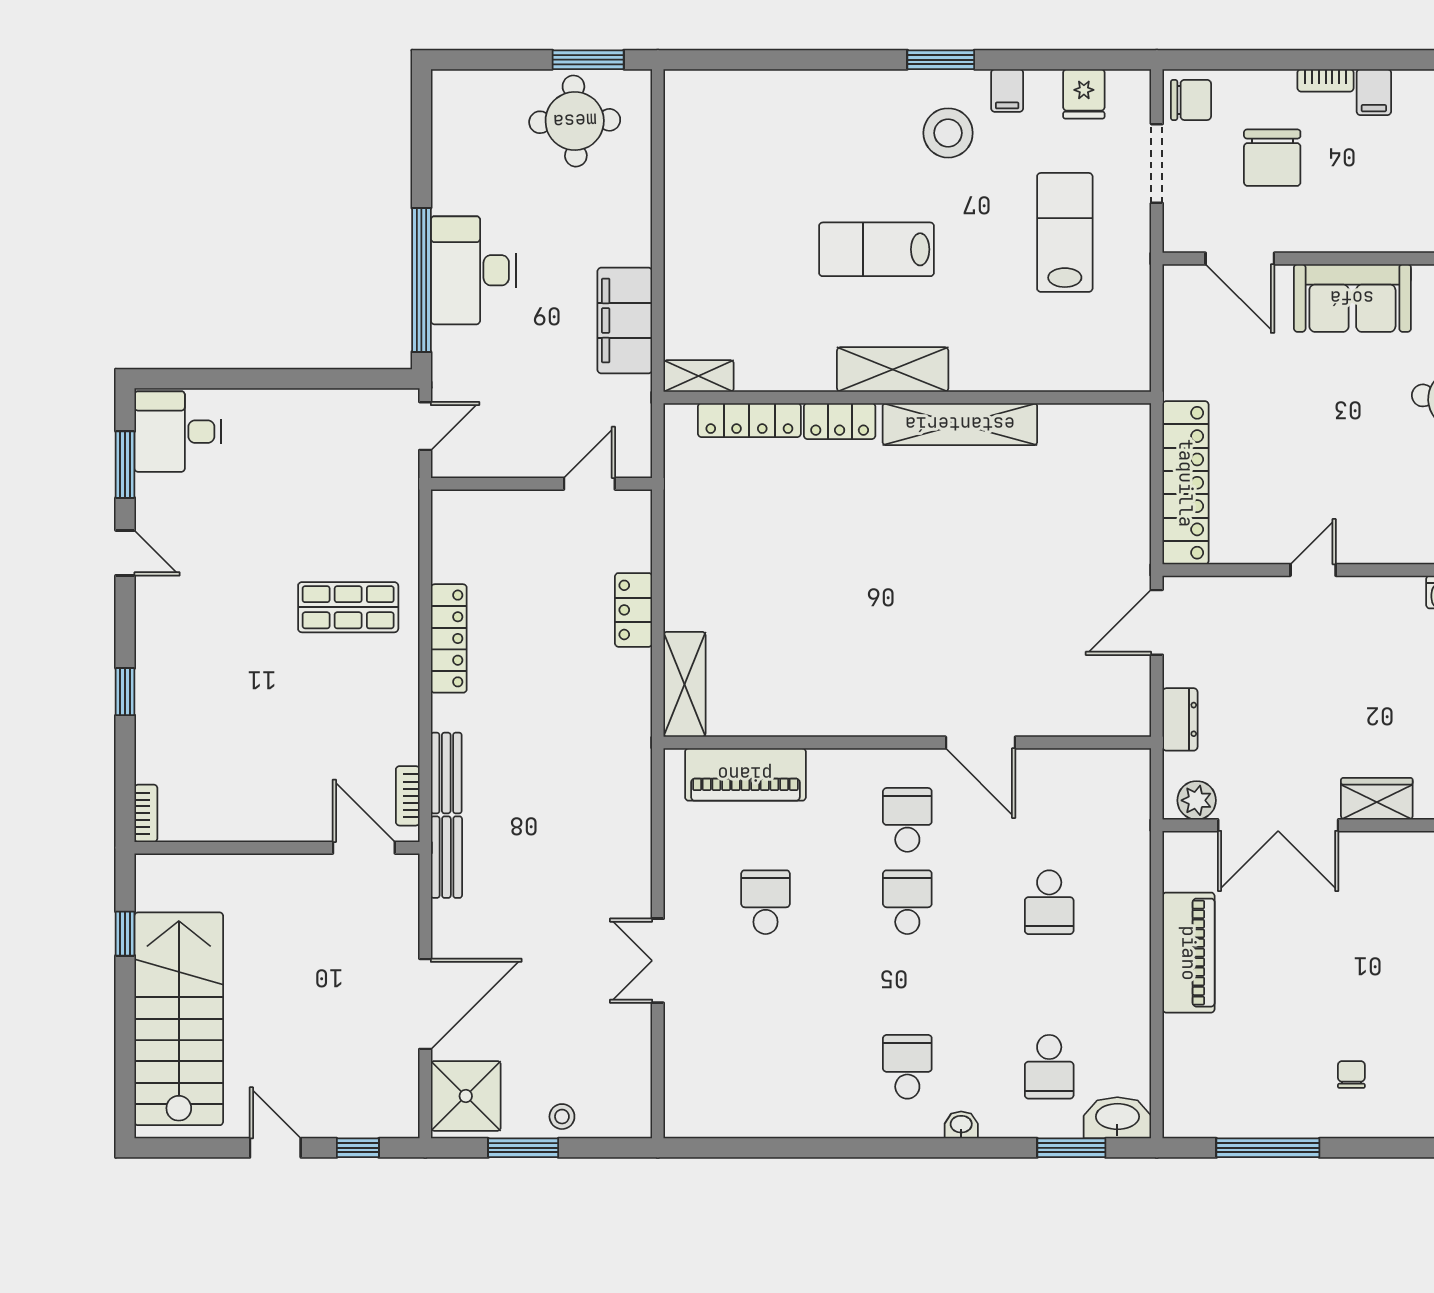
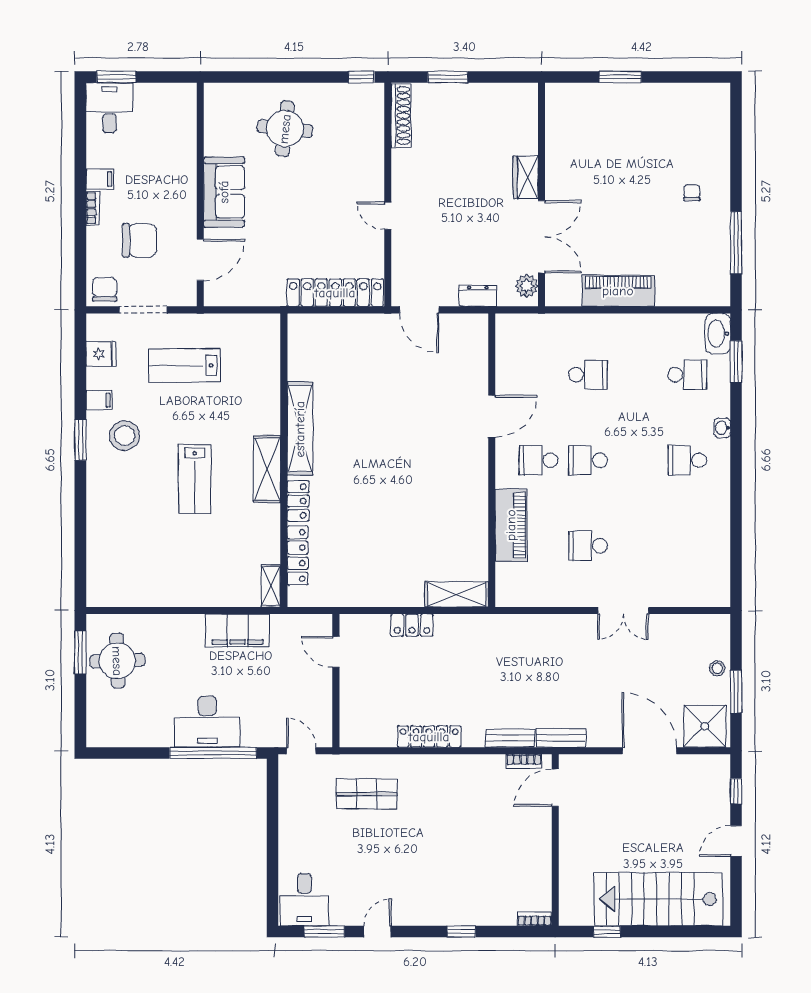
shop shelf: (348, 607) -> (367, 794), moved, turned 90
piano: (745, 774) -> (511, 525), moved
chair: (1351, 1075) -> (692, 193), turned 90

